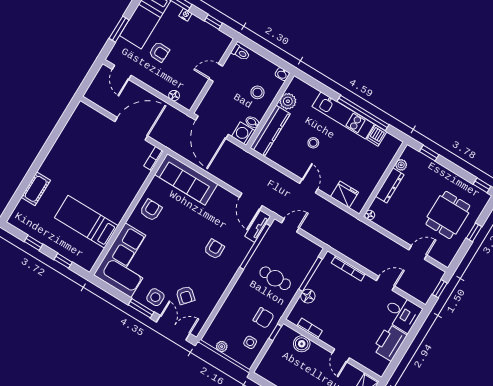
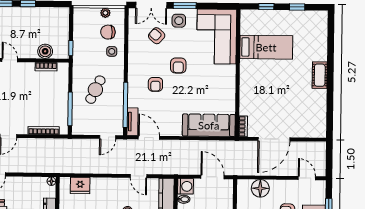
floor lamp: (174, 96) -> (260, 188), width x1.89, depth x1.89
door: (212, 127) -> (213, 177), width x0.73
door: (309, 186) -> (138, 176), moved
cot: (36, 189) -> (320, 75), moved
armchair: (151, 210) -> (178, 66), moved
cafe table: (275, 278) -> (95, 90), turned -64
floor lamp: (308, 296) -> (62, 91), removed
chair: (264, 318) -> (108, 32), moved
side table: (250, 342) -> (112, 51), moved

